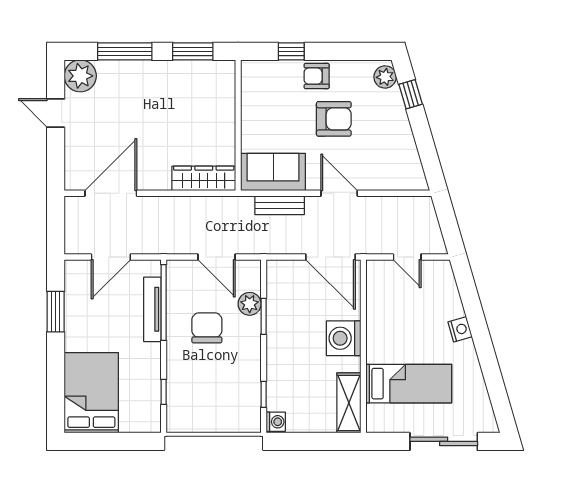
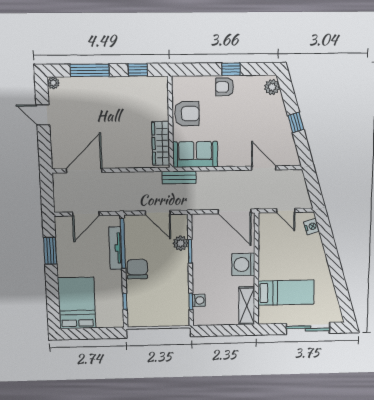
window: (193, 51) -> (138, 70), width x0.67
window: (291, 51) -> (231, 69), moved
plant: (80, 76) -> (53, 83), width x0.53, depth x0.53
window: (411, 94) -> (296, 123), moved
armchair: (334, 119) -> (187, 114), moved
wardrobe: (204, 178) -> (161, 143), moved, turned -90
door: (339, 193) -> (264, 168), moved
bench: (280, 205) -> (179, 177), moved
chair: (207, 328) -> (137, 269), moved
nightstand: (460, 329) -> (312, 227), moved
washing machine: (276, 422) -> (199, 300), moved

